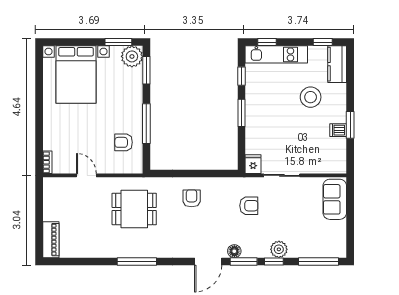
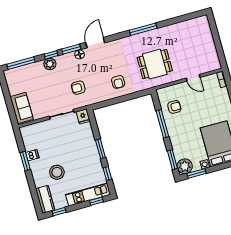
piano: (51, 240) -> (205, 28), removed

